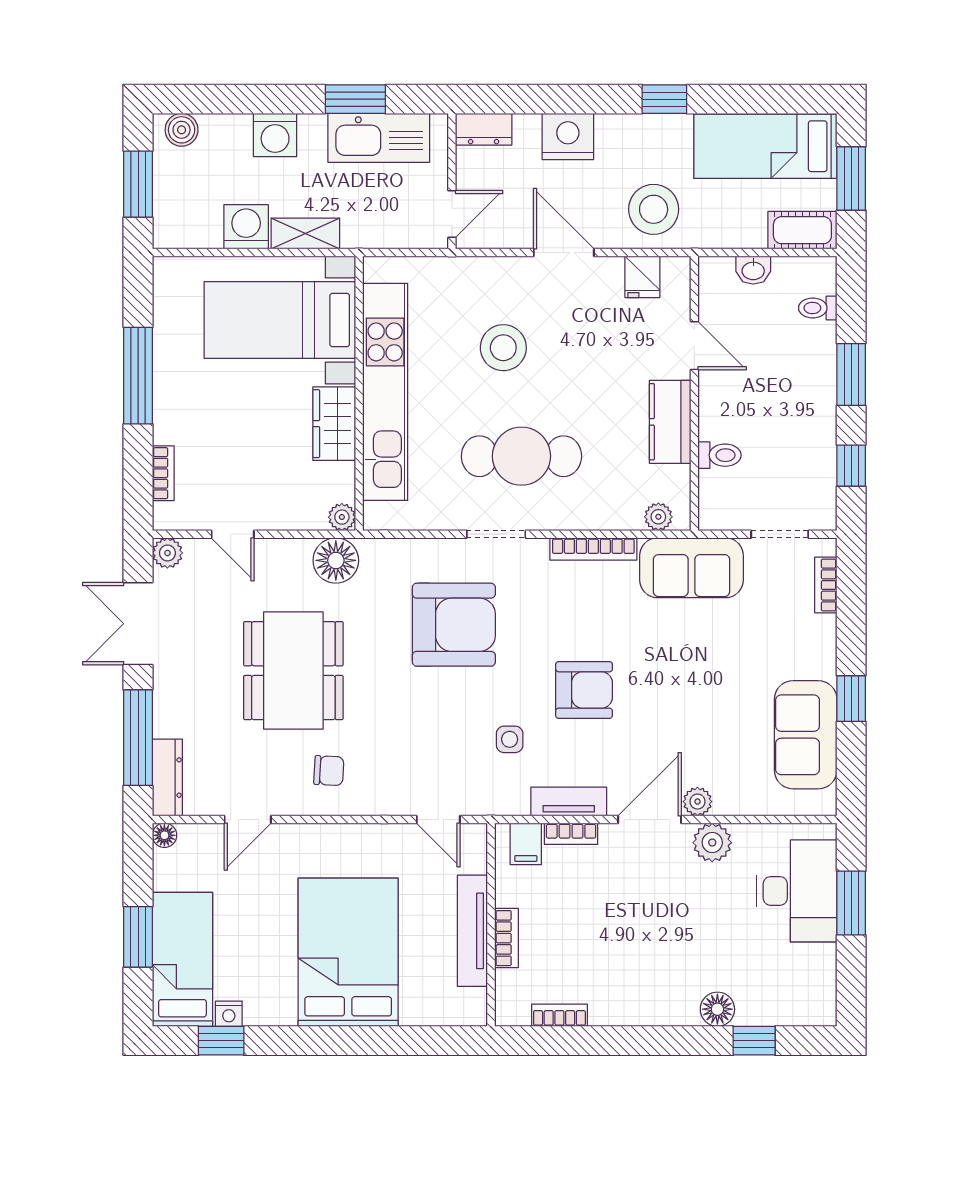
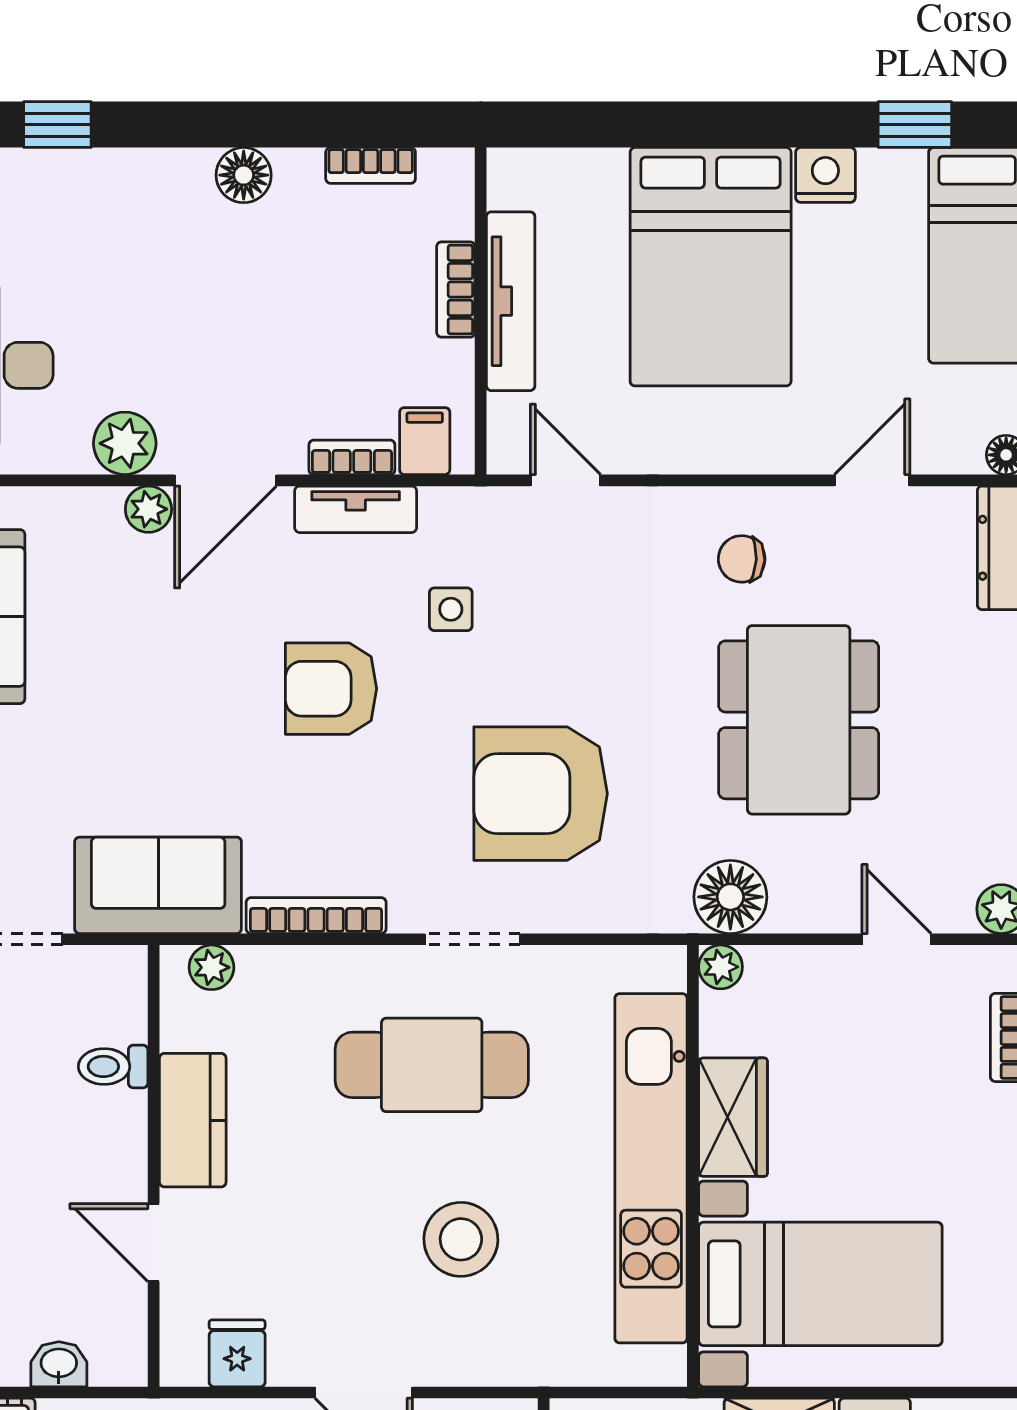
floor lamp: (717, 1009) -> (244, 175), moved
nightstand: (229, 1014) -> (825, 175), moved, width x1.39, depth x1.35

